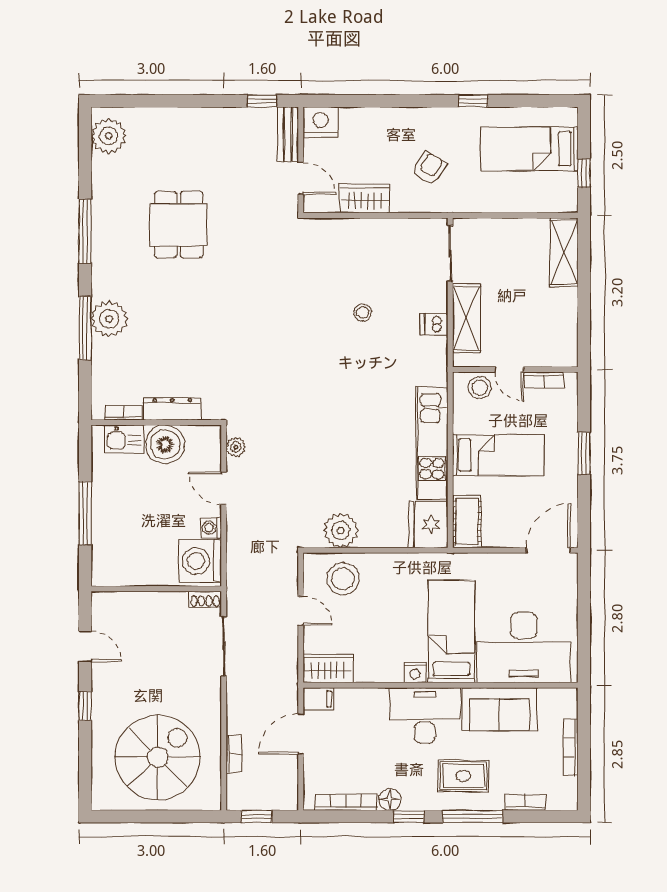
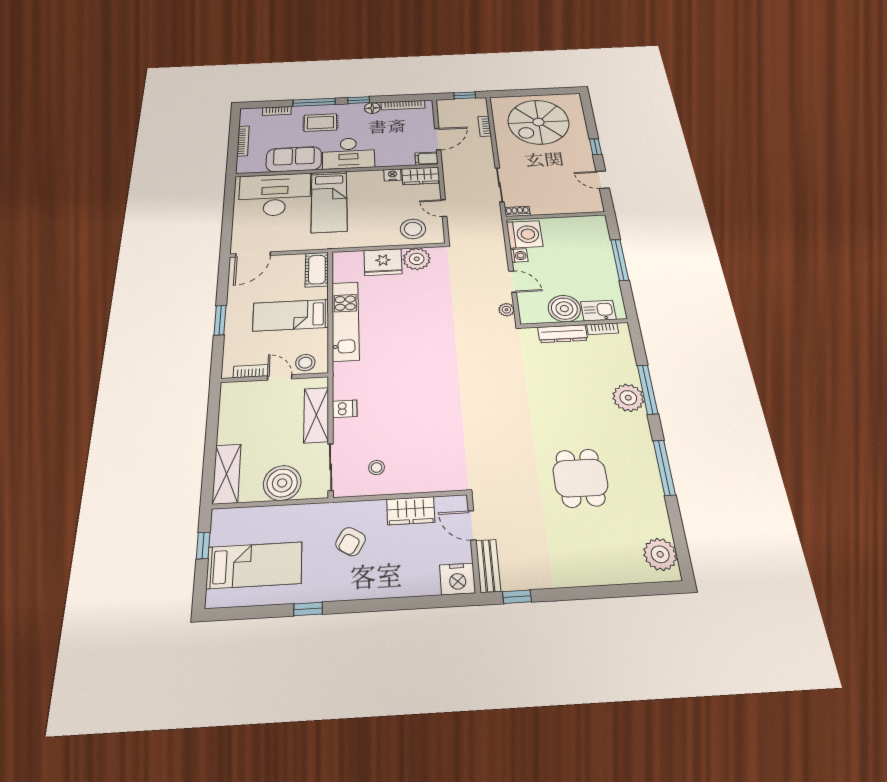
boiler: (503, 238) -> (282, 483), added
stool: (363, 313) -> (377, 468), moved
fridge: (428, 524) -> (383, 262), moved, turned 90
nightstand: (415, 672) -> (392, 175), moved

